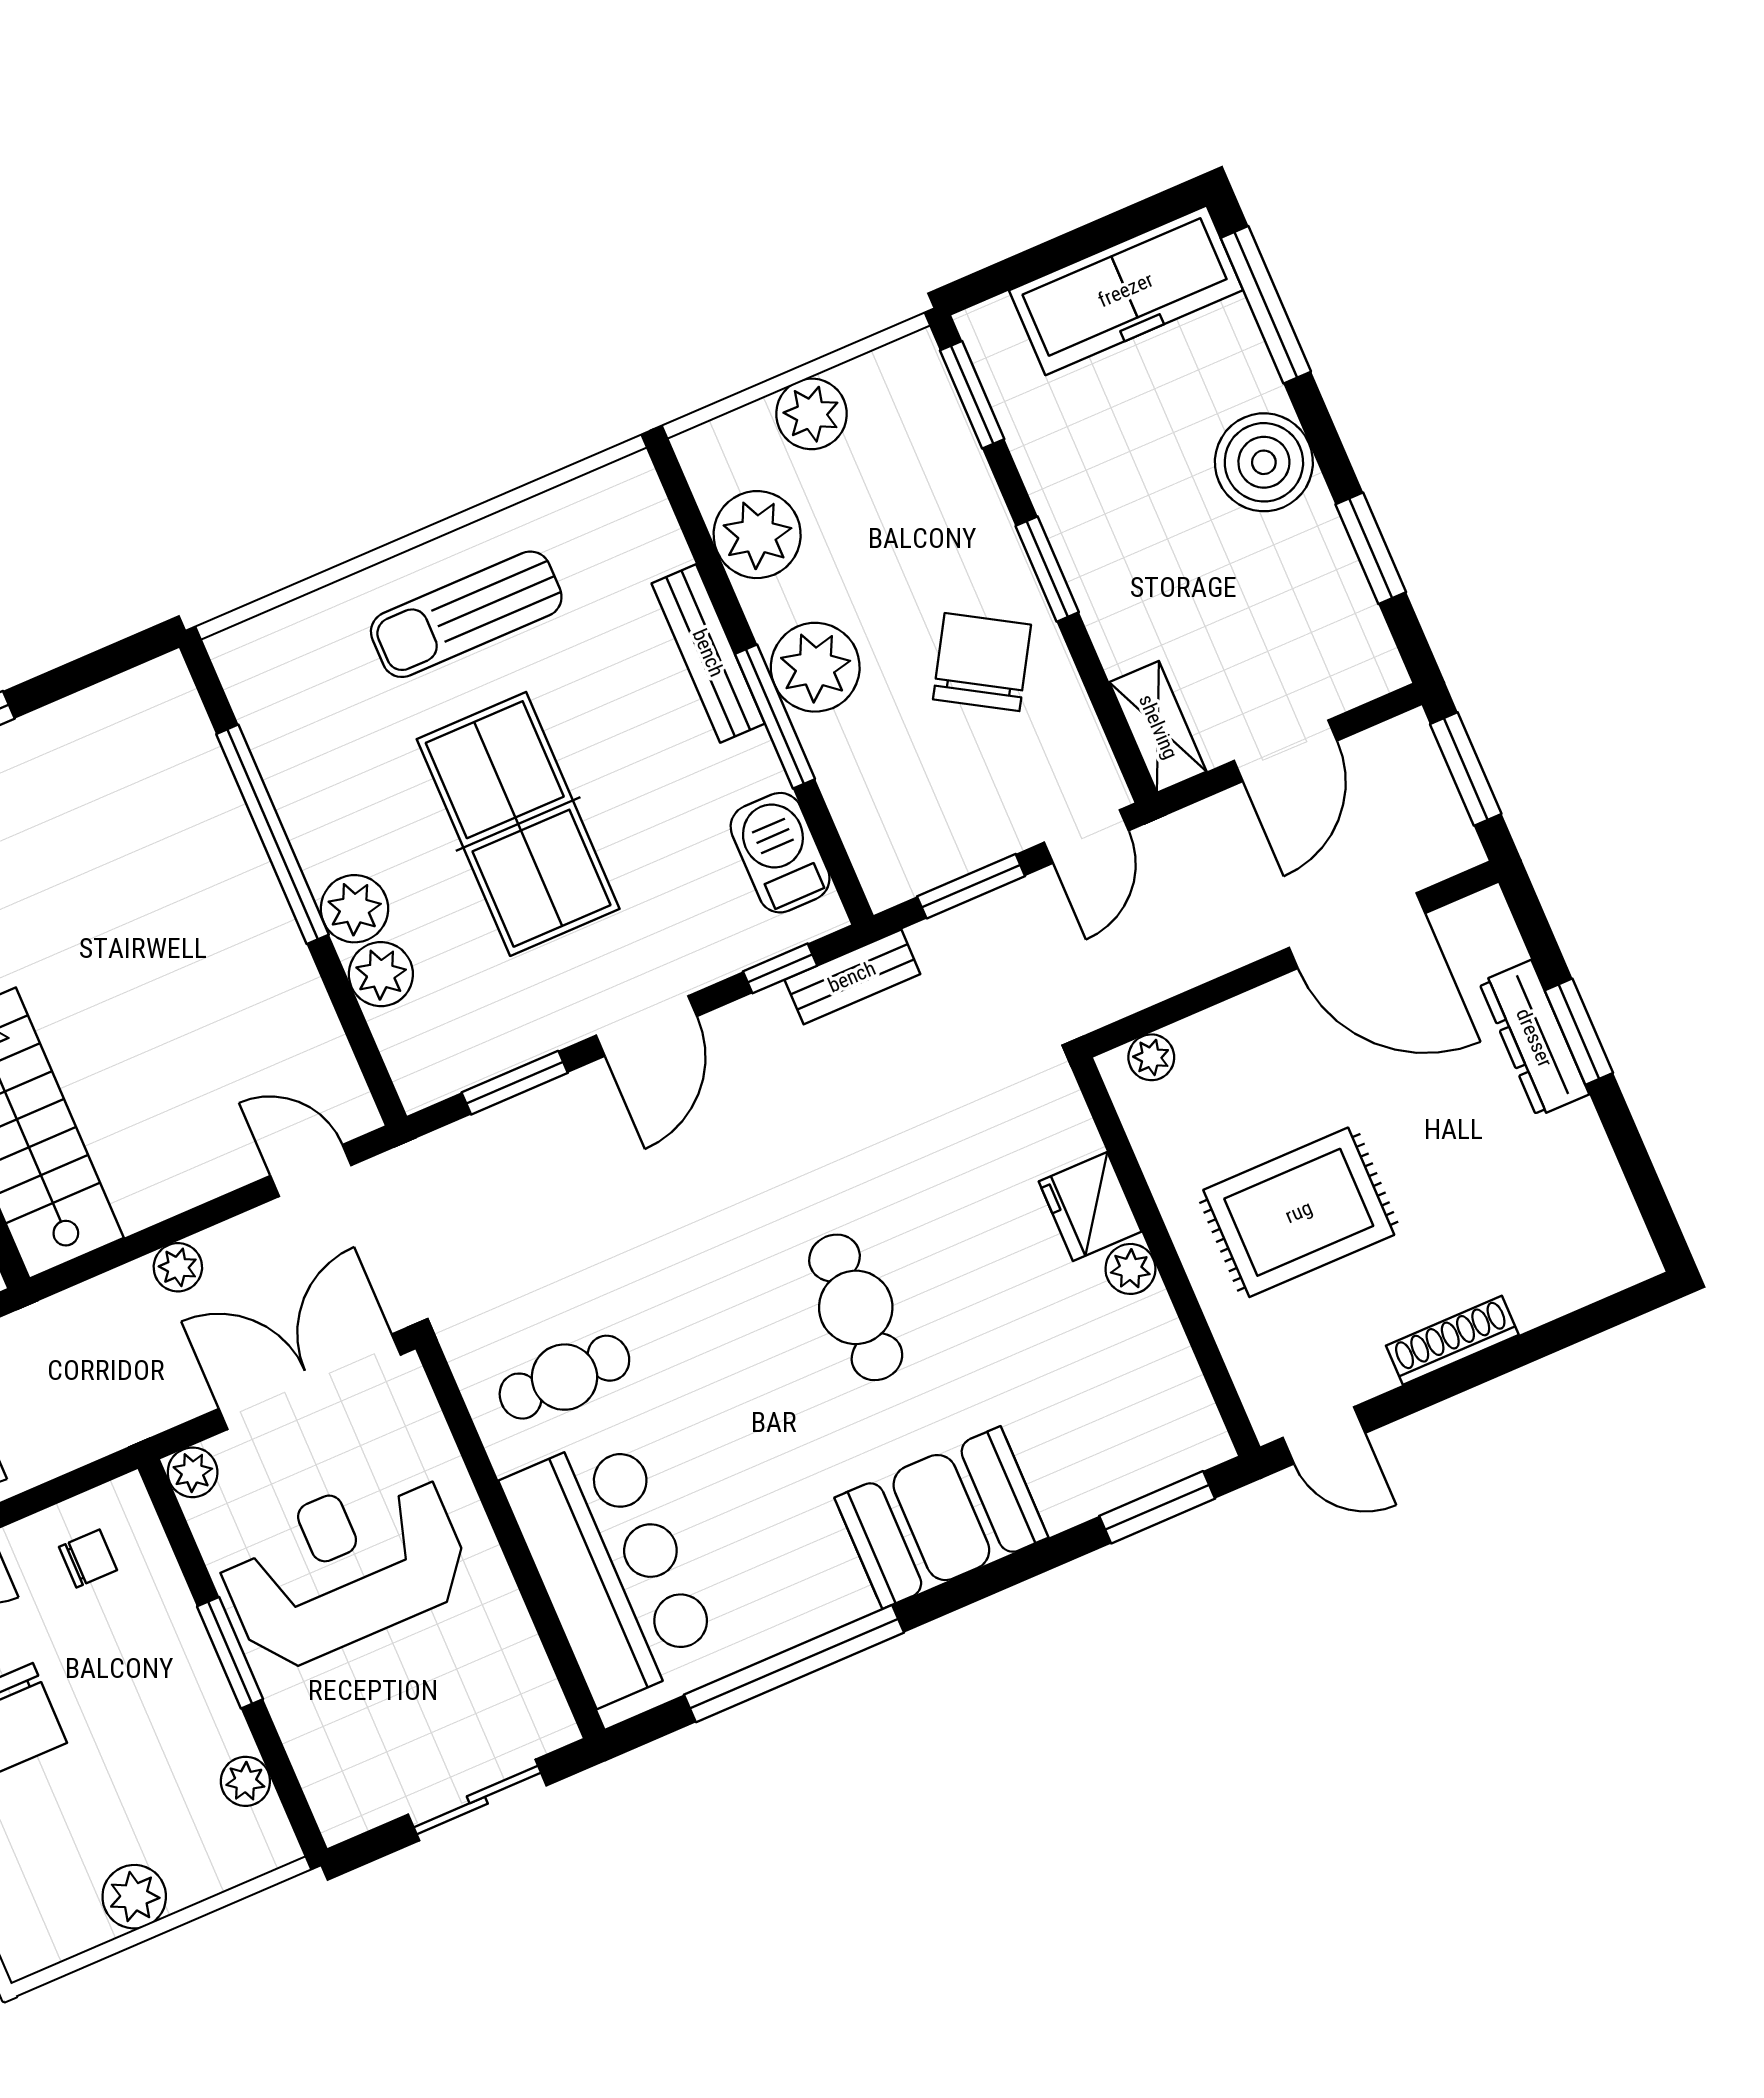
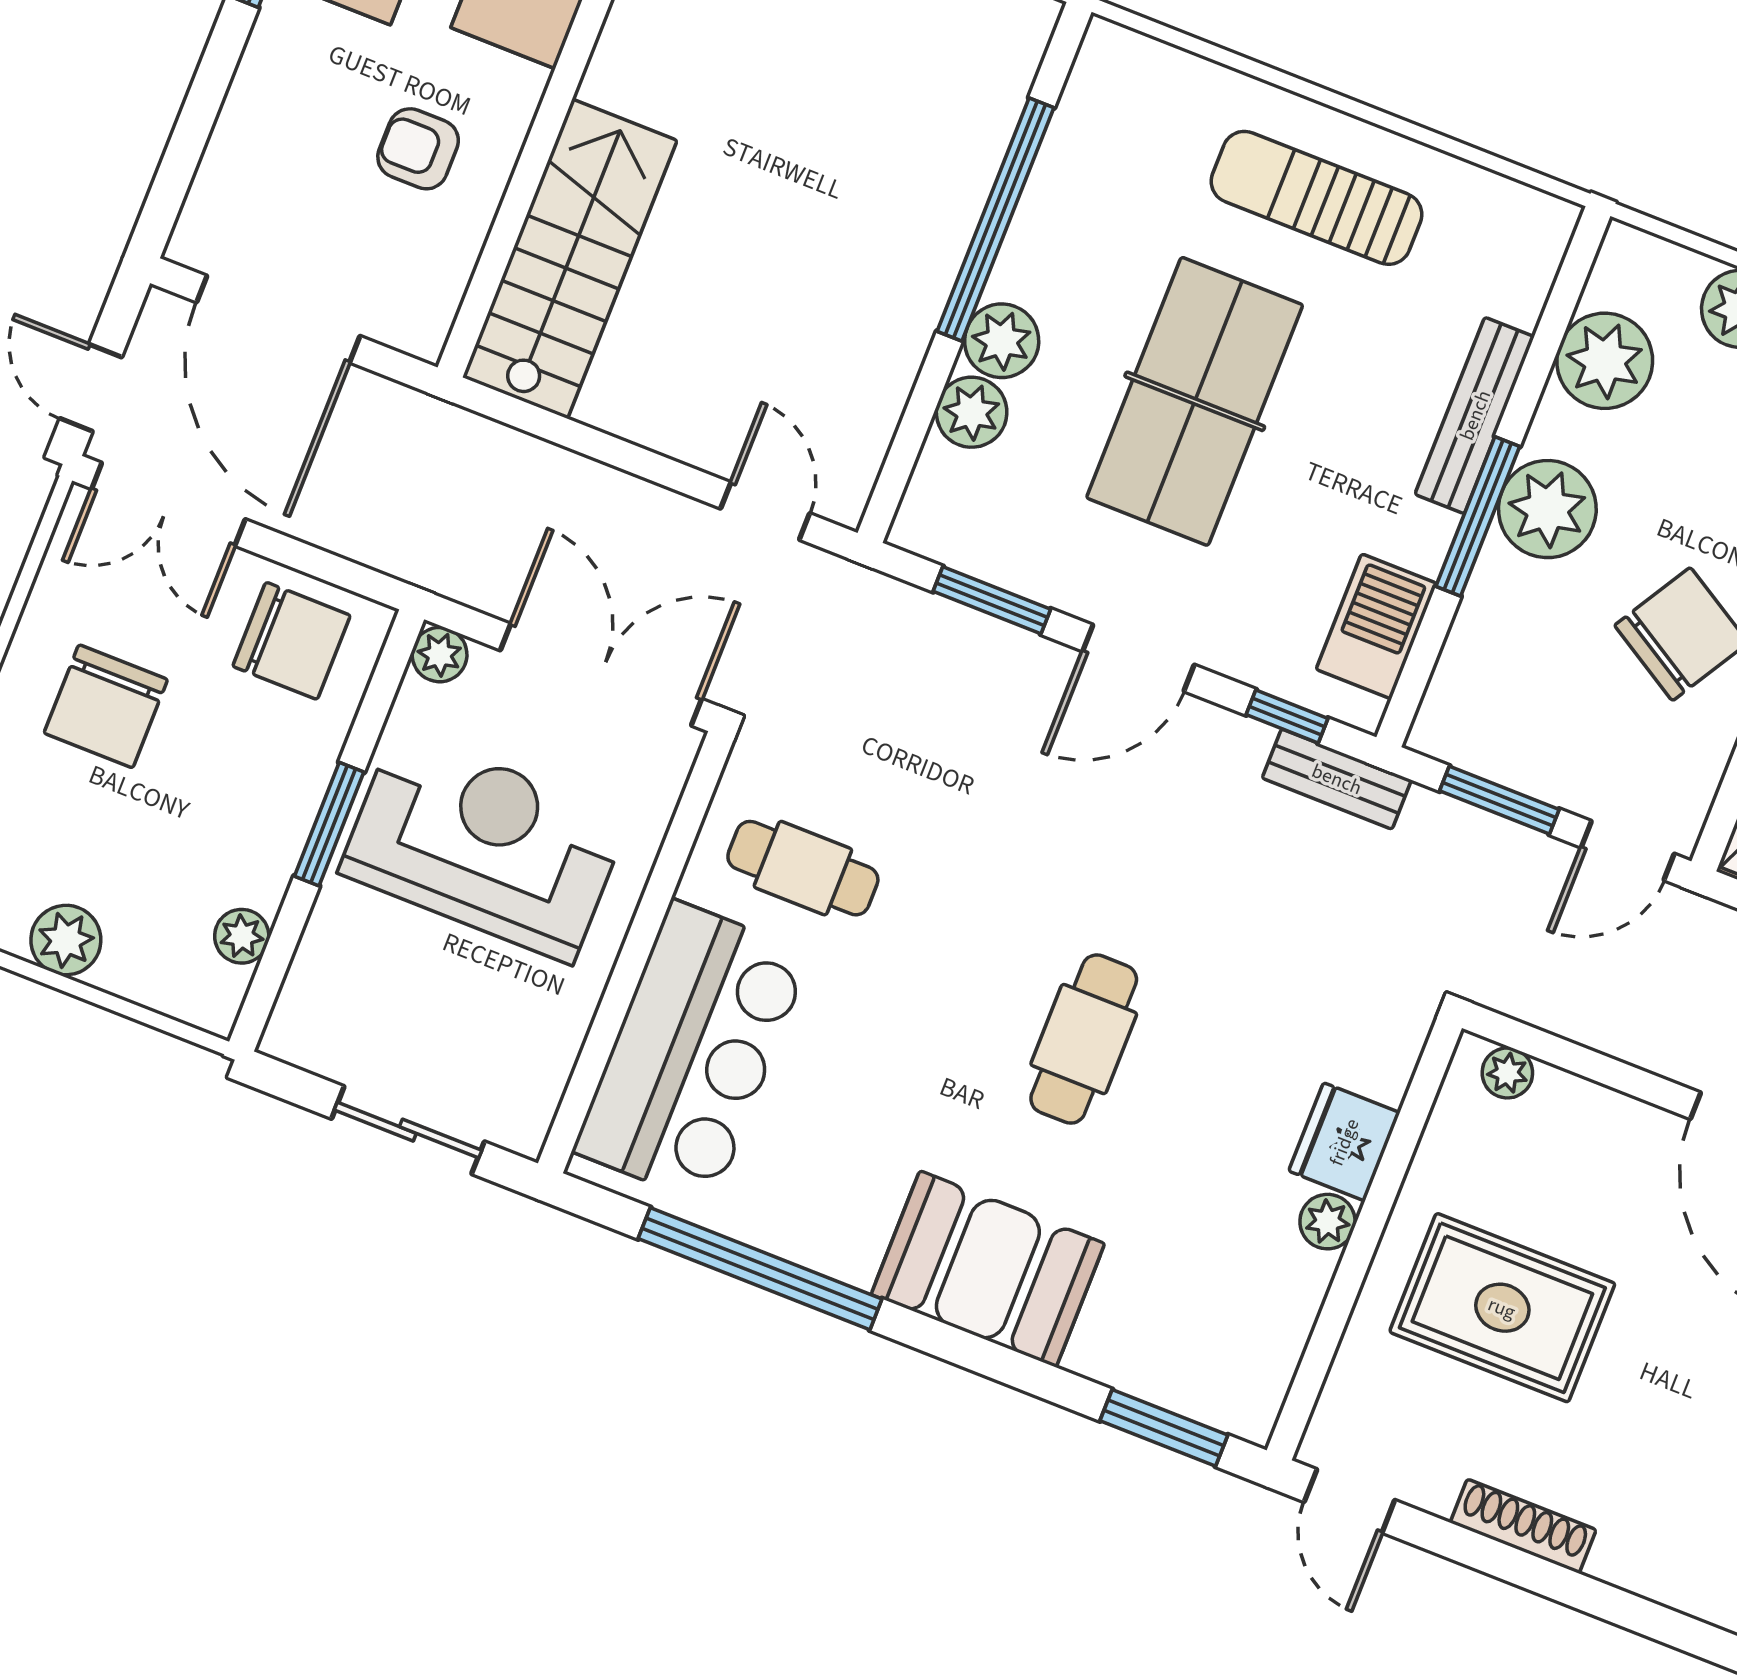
plant: (178, 1267) -> (587, 483), removed
chair: (88, 1558) -> (291, 641), width x1.87, depth x1.87

